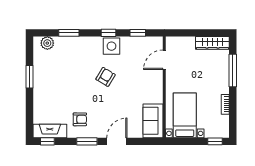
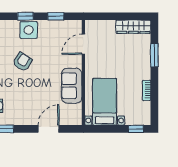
window: (233, 70) -> (154, 55), width x0.69
sofa: (153, 121) -> (72, 86), moved
door: (117, 141) -> (49, 129), moved

